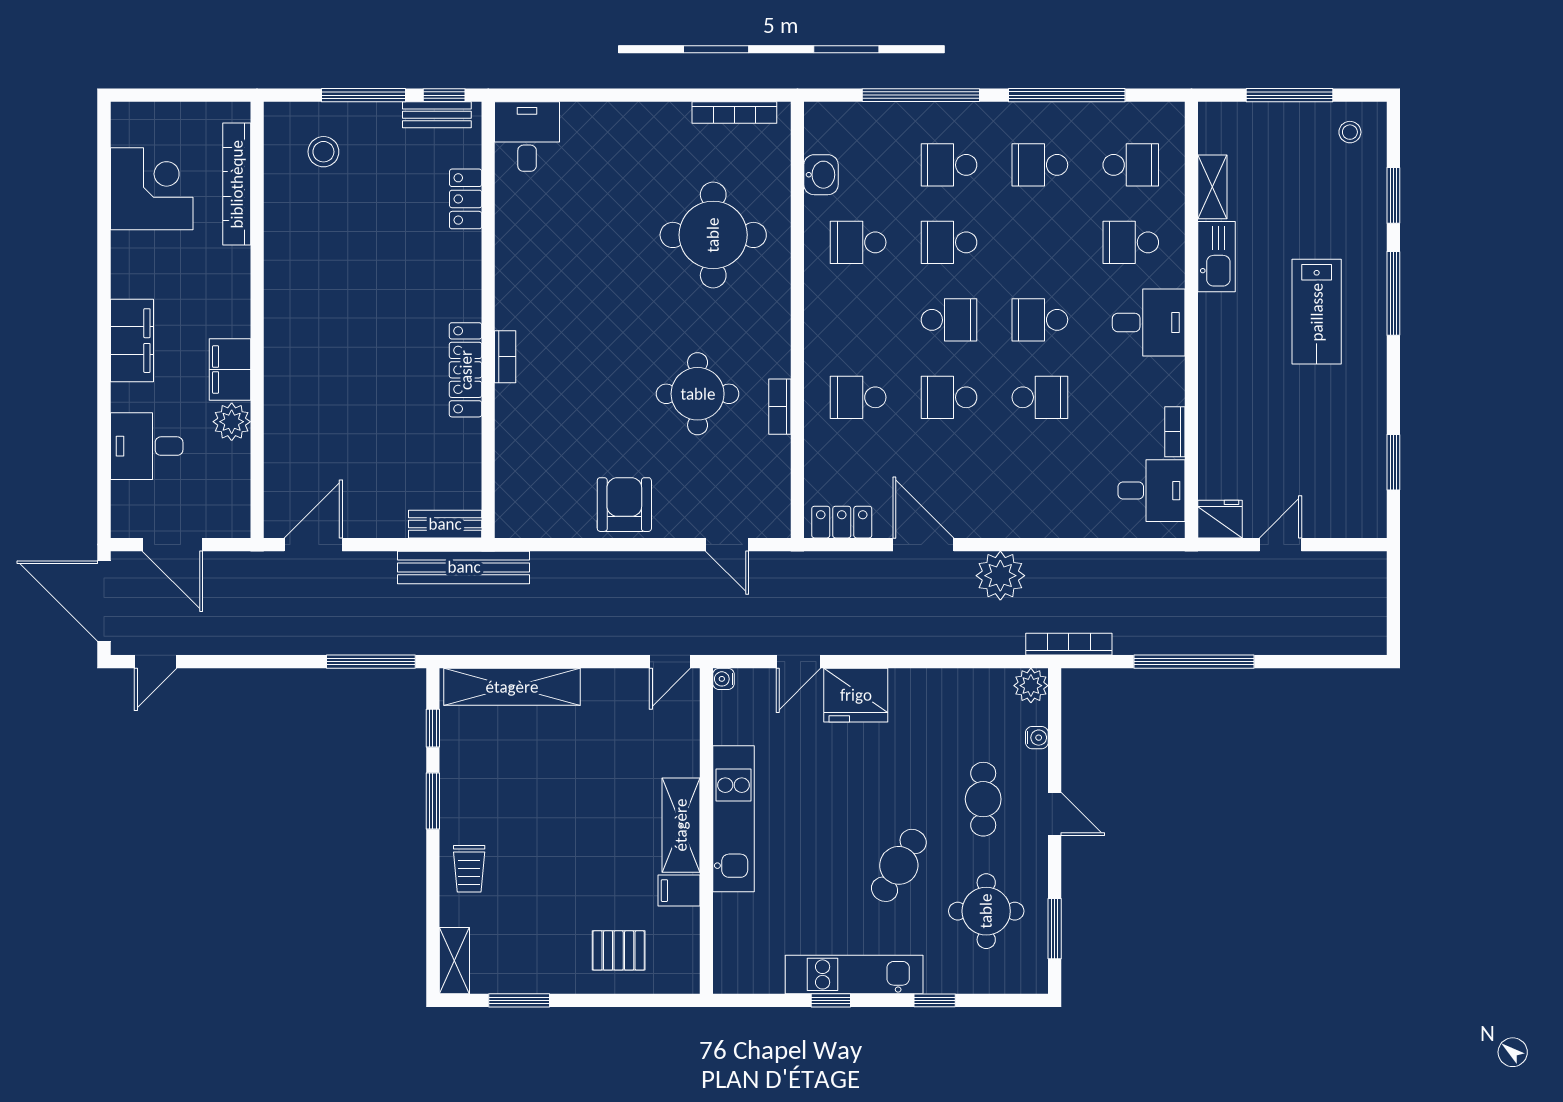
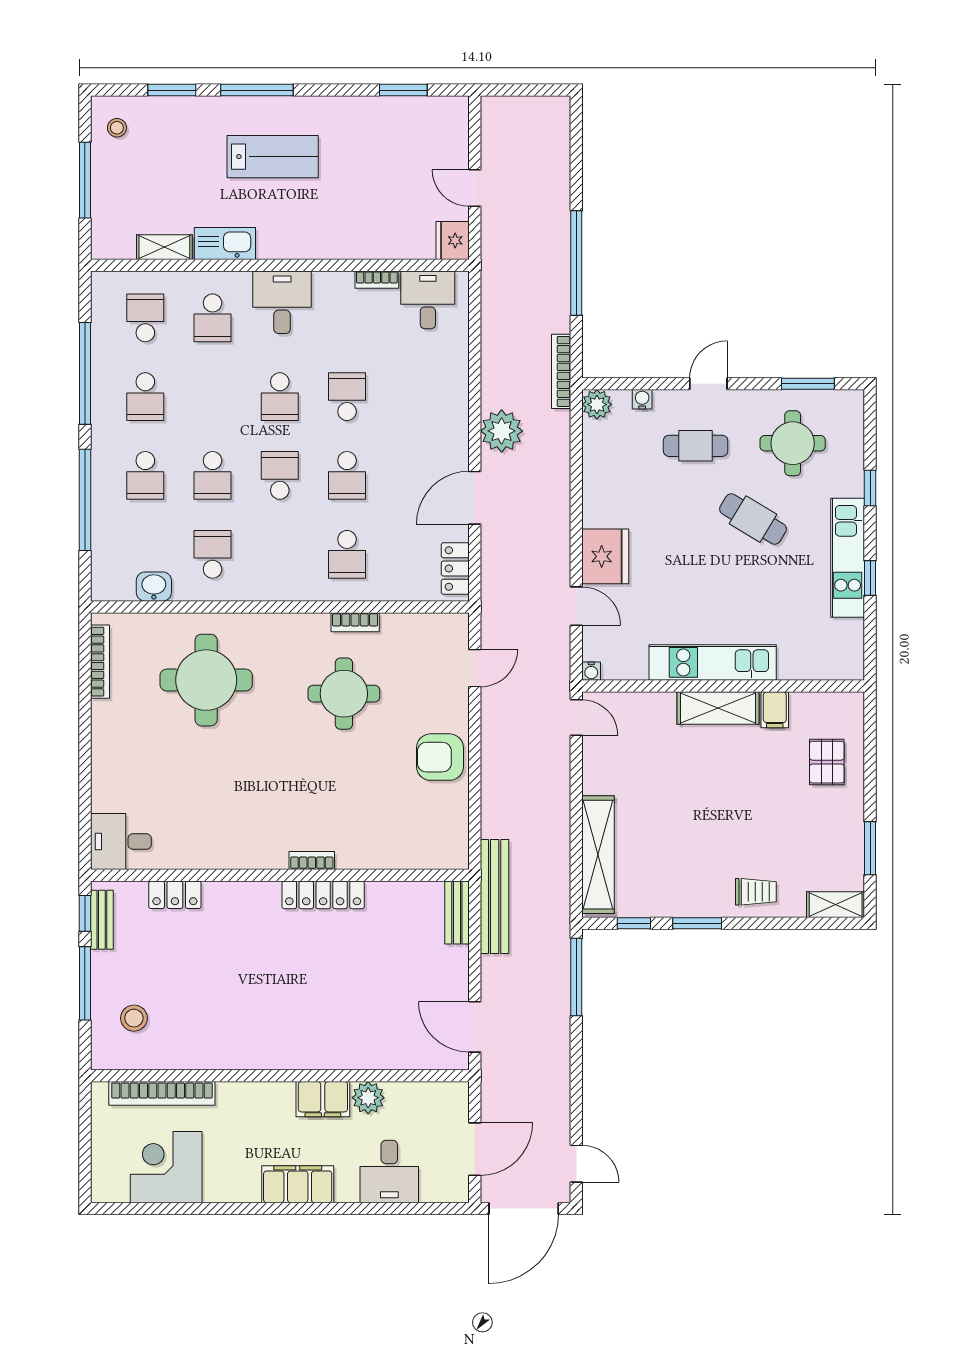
school desk: (858, 242) -> (213, 554), turned 180

